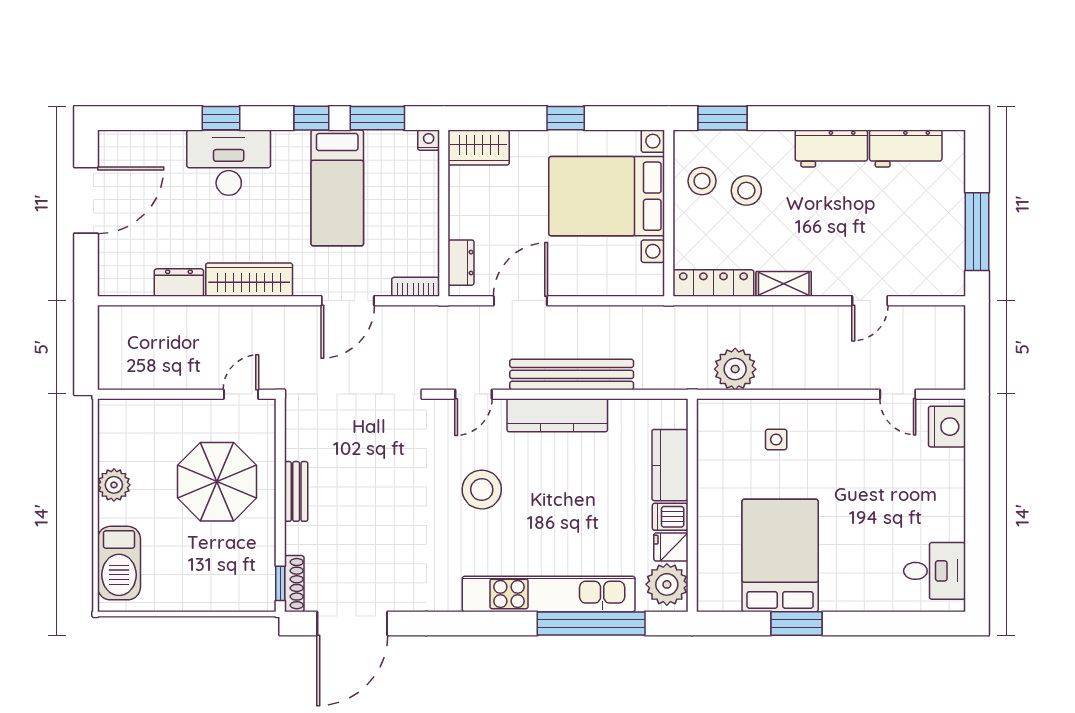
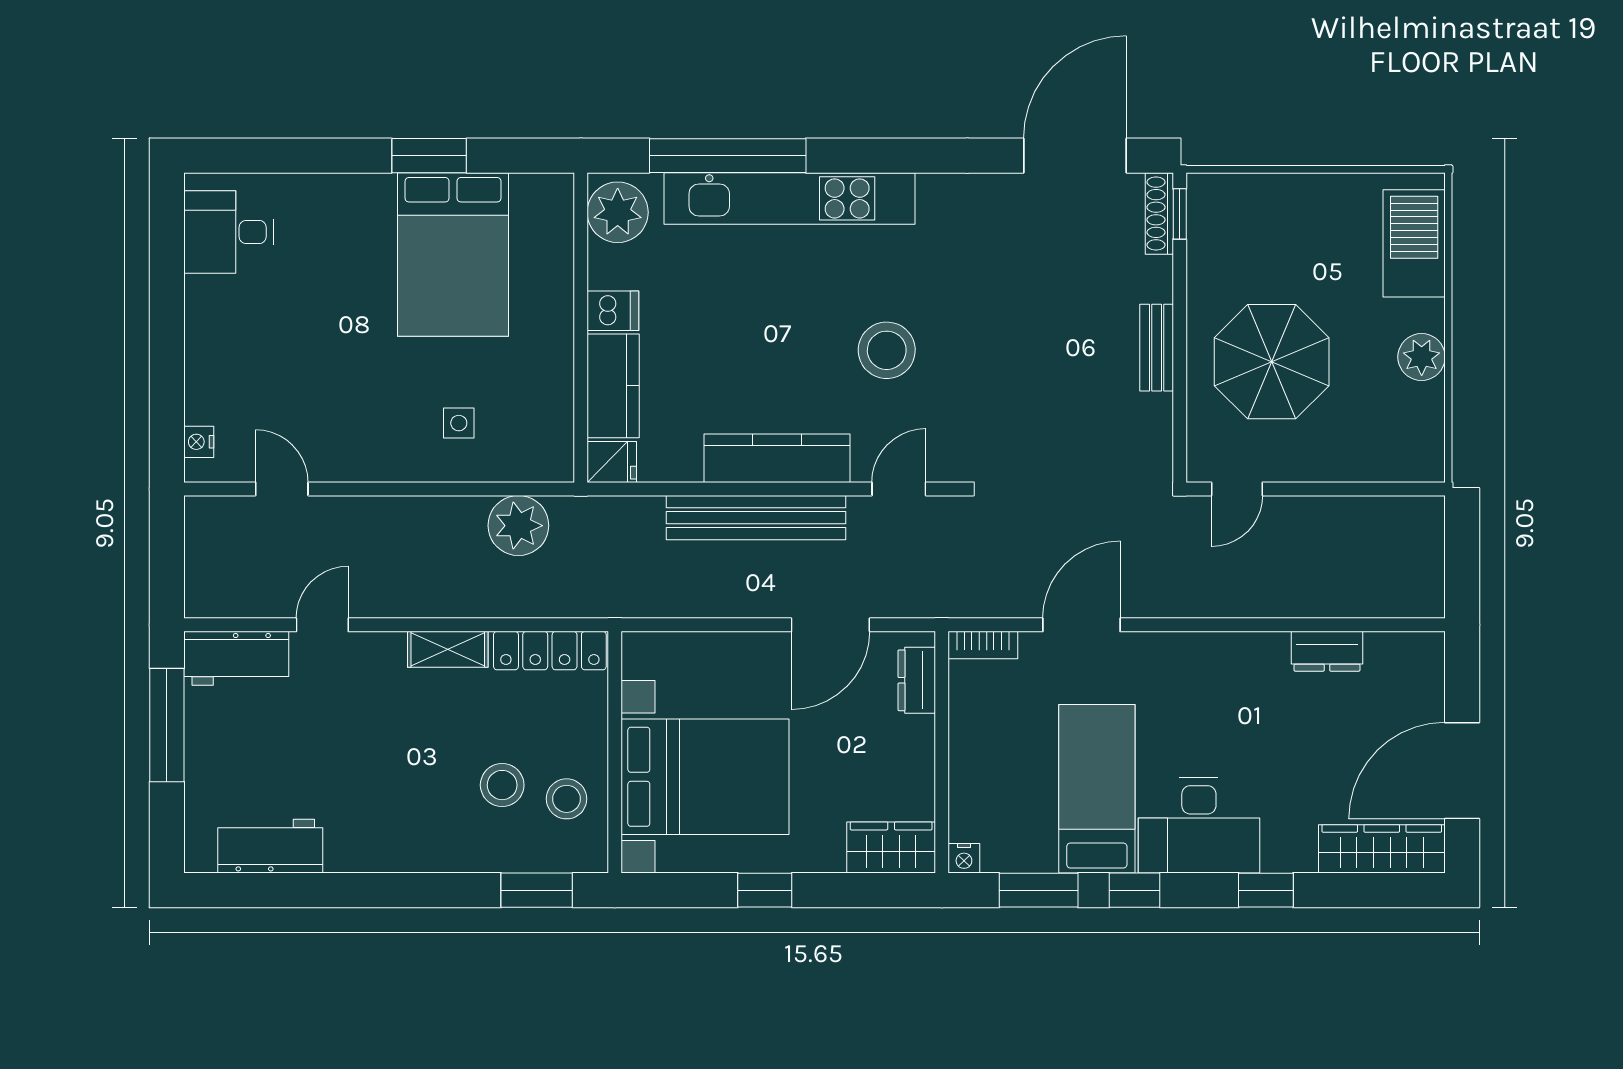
workbench: (831, 148) -> (236, 658), moved, turned 180
desk: (229, 163) -> (1199, 826), moved
wardrobe: (249, 280) -> (1382, 849), moved, turned 180
nightstand: (947, 427) -> (199, 442), width x0.53, depth x0.56
fridge: (671, 547) -> (612, 462), moved

